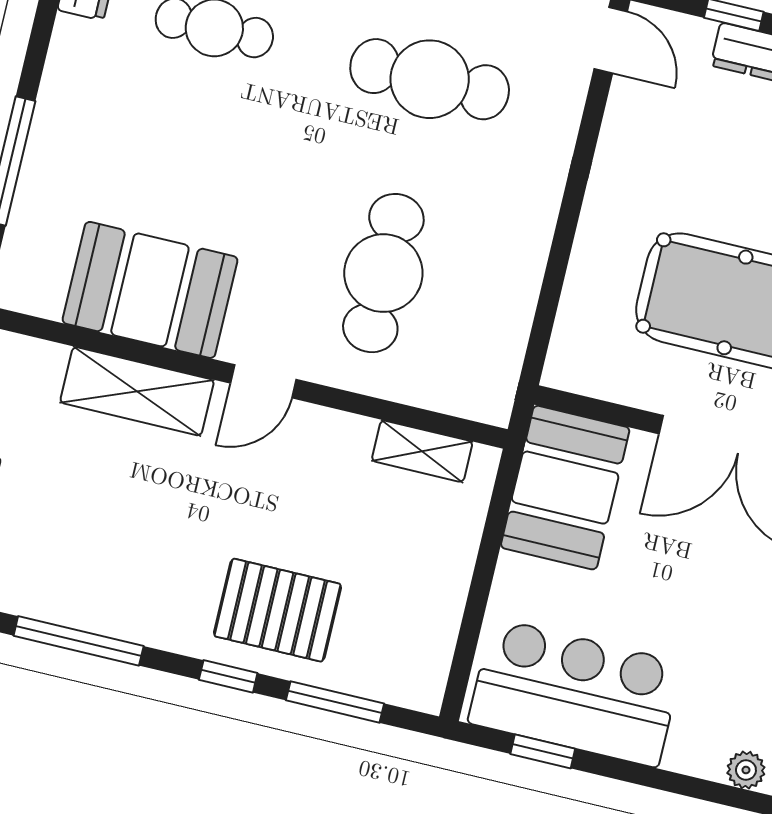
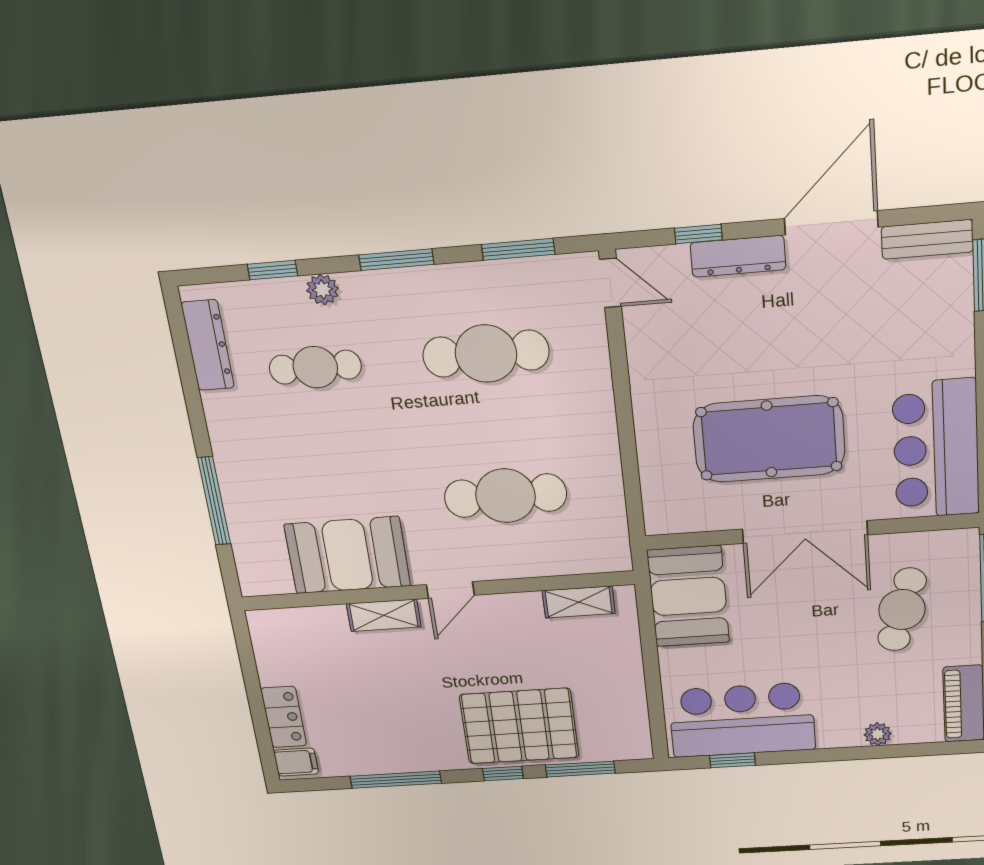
cafe table: (383, 273) -> (505, 496), turned 90
shelving: (137, 391) -> (384, 615), width x0.67, depth x0.75
pallet: (278, 610) -> (519, 726), width x1.37, depth x1.41

